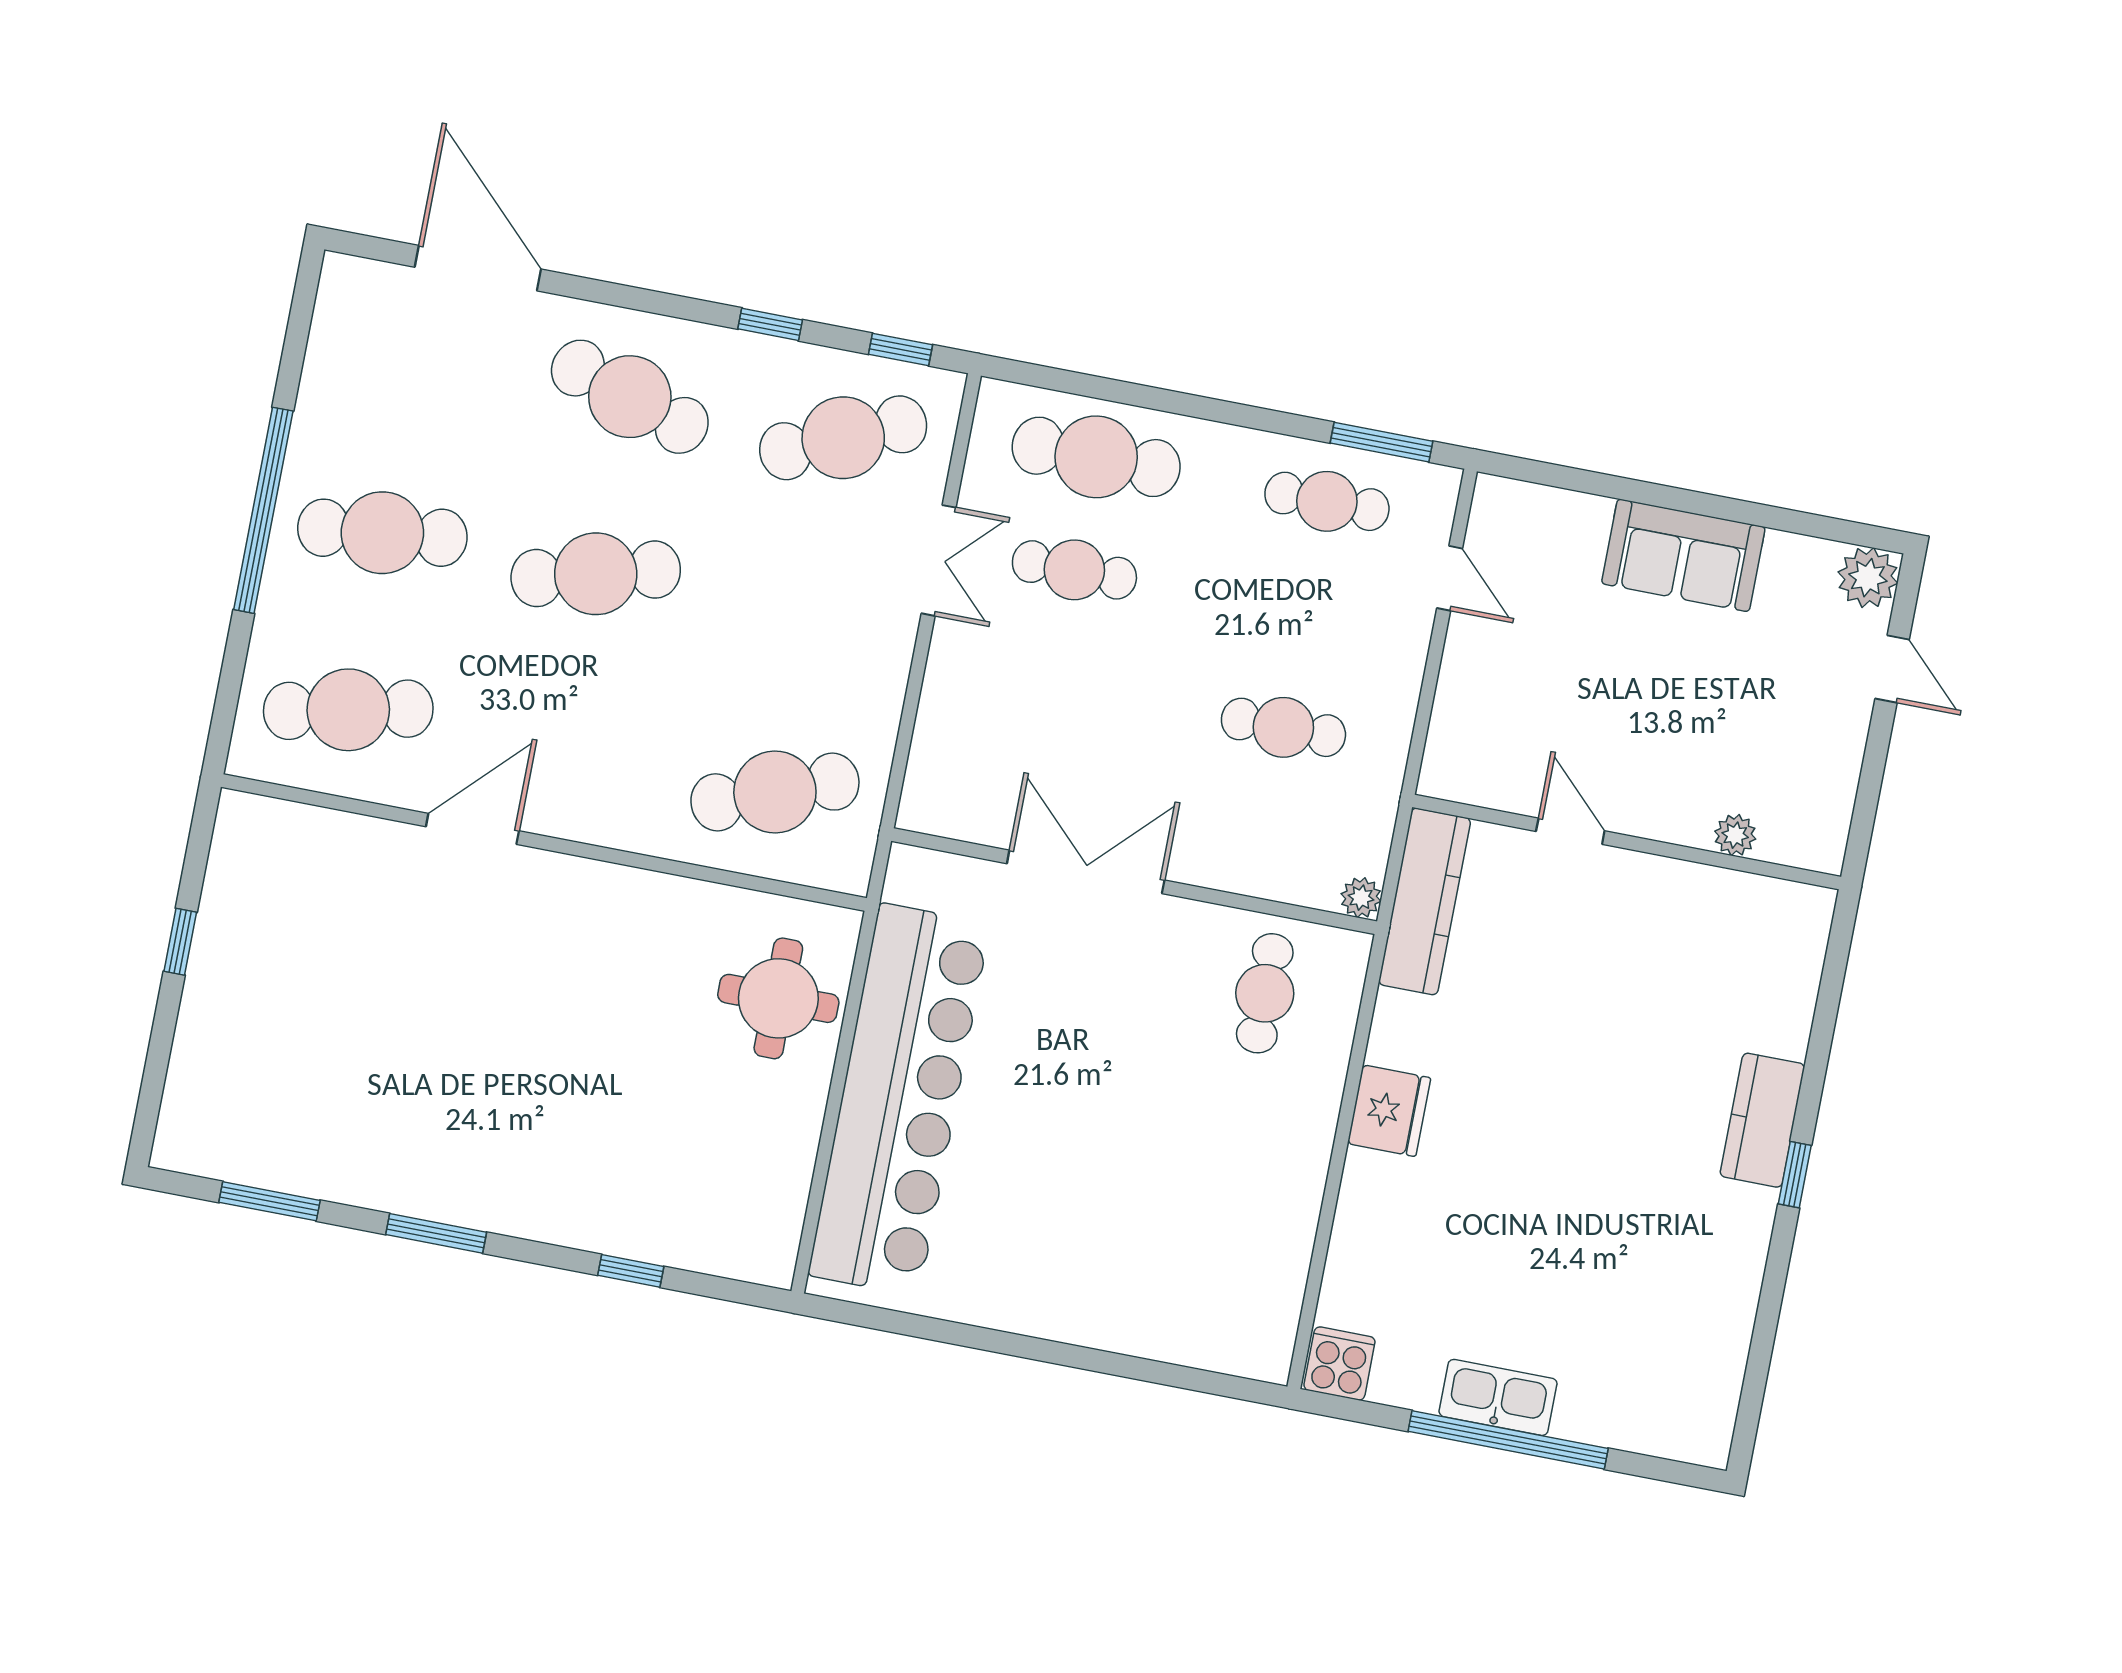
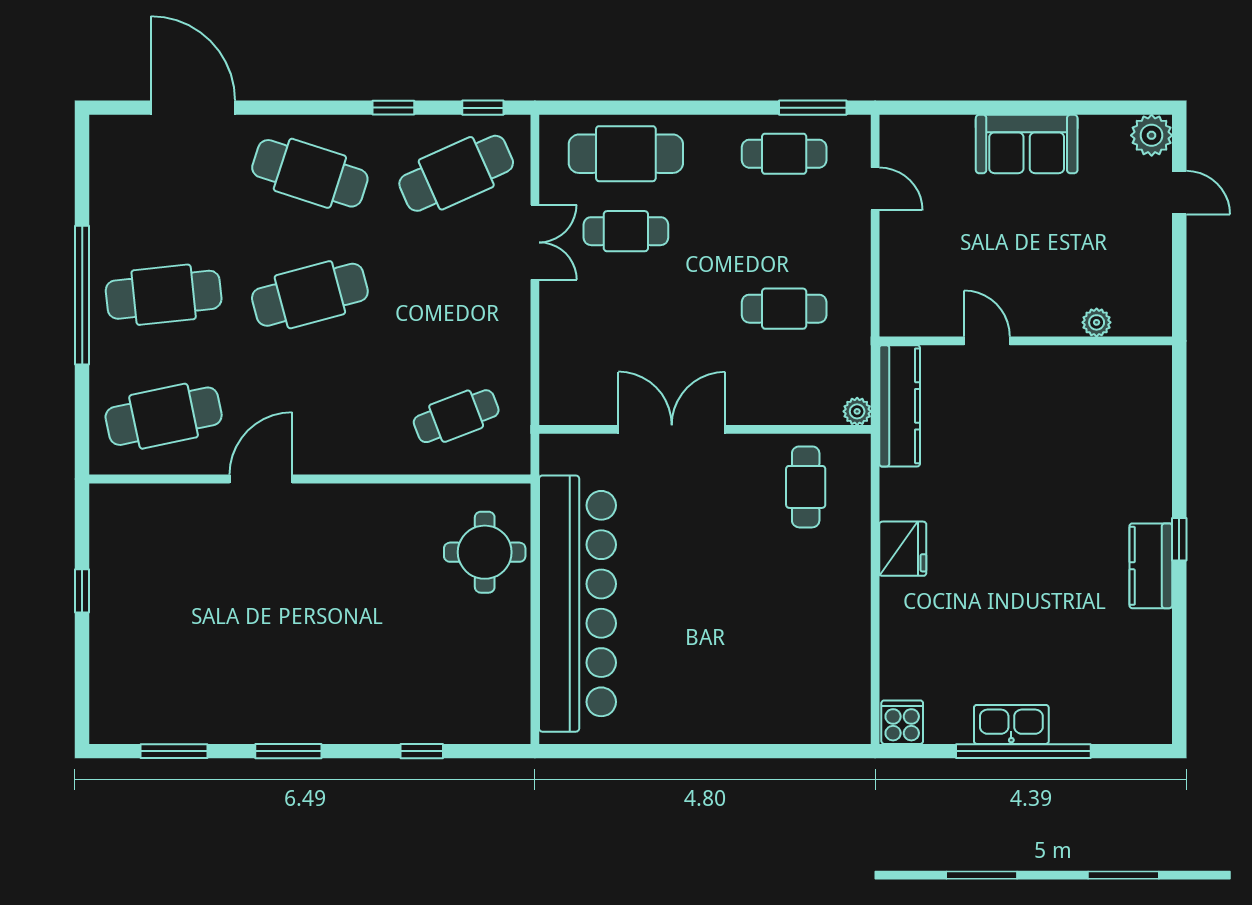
cafe table: (775, 792) -> (456, 416), width x0.73, depth x0.74
kitchen counter: (1762, 1120) -> (1151, 566), moved

